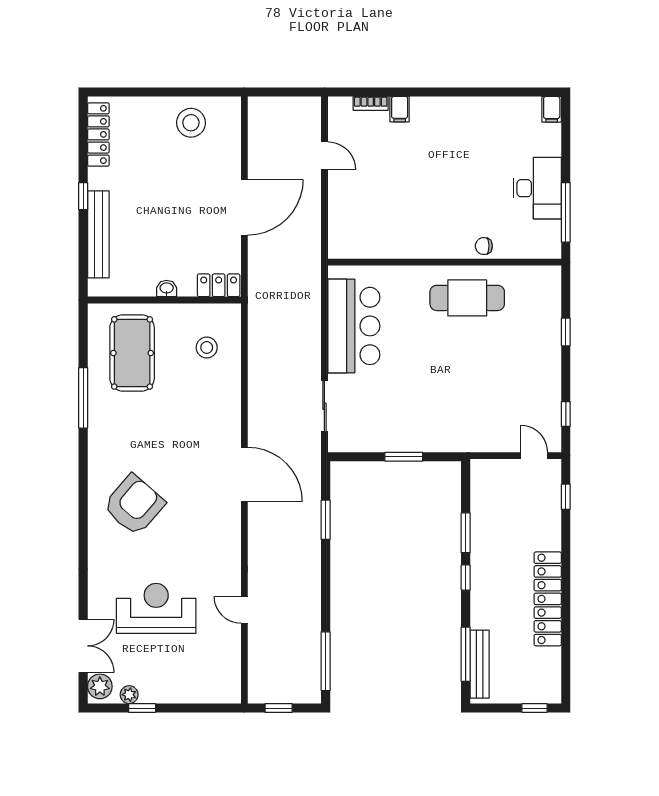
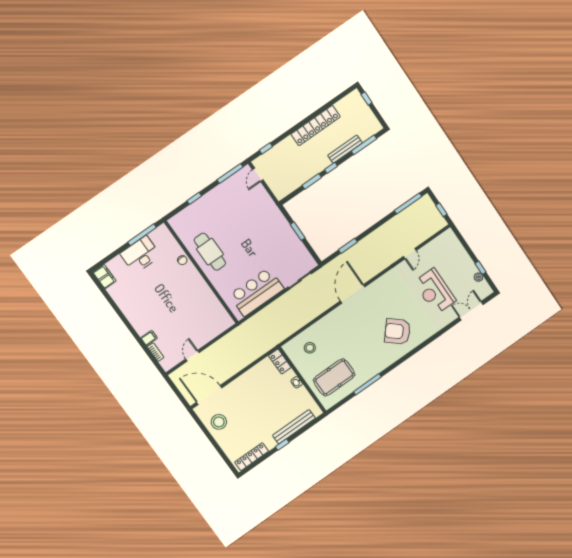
filing cabinet: (552, 109) -> (105, 277), width x2.00
door: (244, 207) -> (209, 395), moved
window: (566, 414) -> (230, 173), width x2.17
bench: (480, 664) -> (345, 149), moved
plant: (100, 686) -> (483, 292), removed

